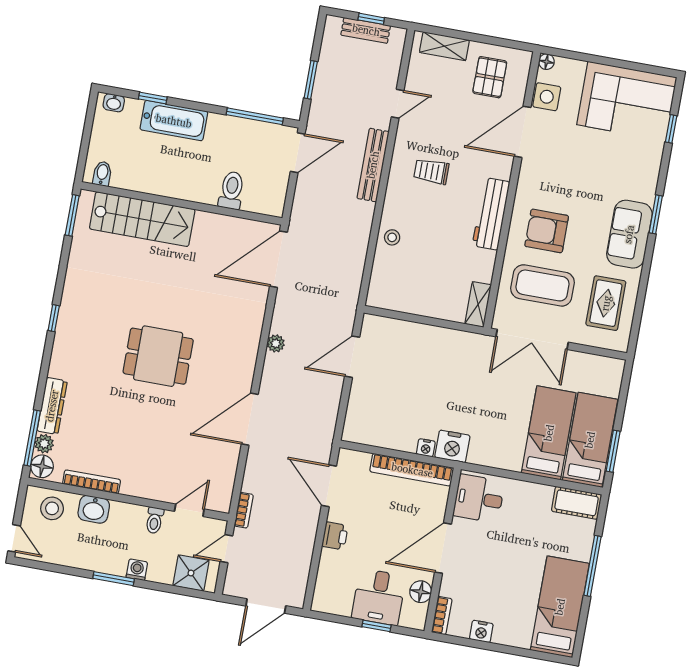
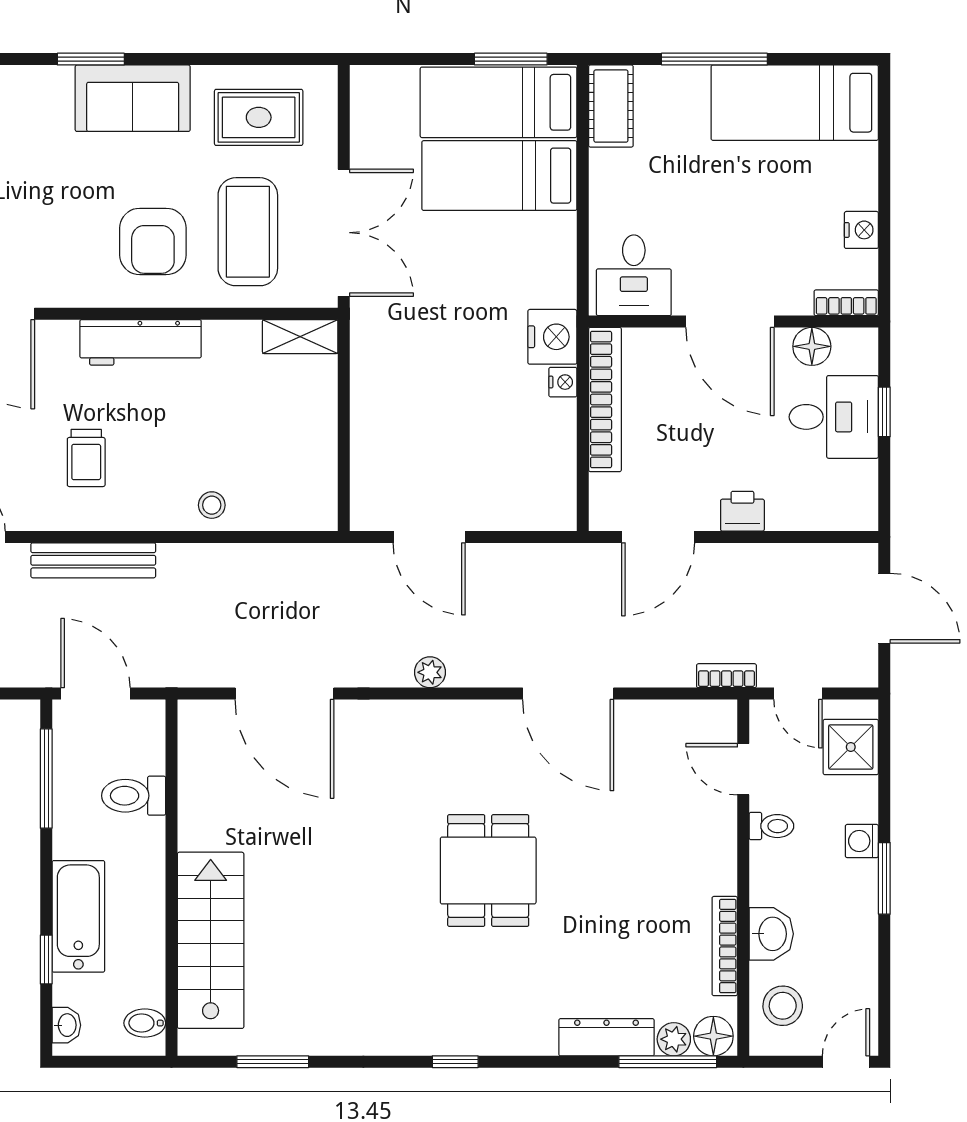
bidet: (102, 174) -> (145, 1023), moved
toilet: (231, 190) -> (134, 796), moved
wall: (181, 203) -> (171, 878), moved
stairs: (142, 219) -> (211, 940), moved

